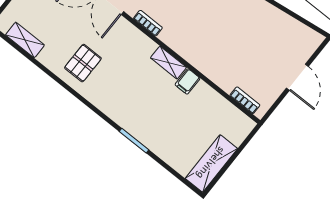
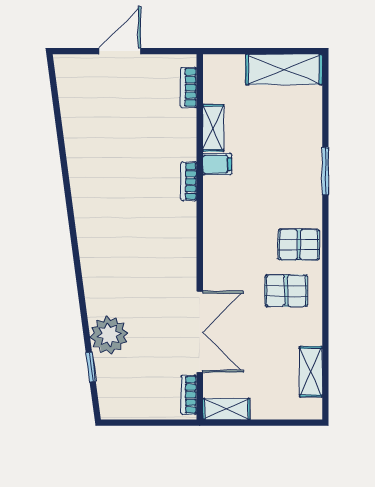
bookcase: (148, 23) -> (189, 181), moved
shelving: (168, 63) -> (213, 128), moved
pallet: (104, 91) -> (299, 245), added

